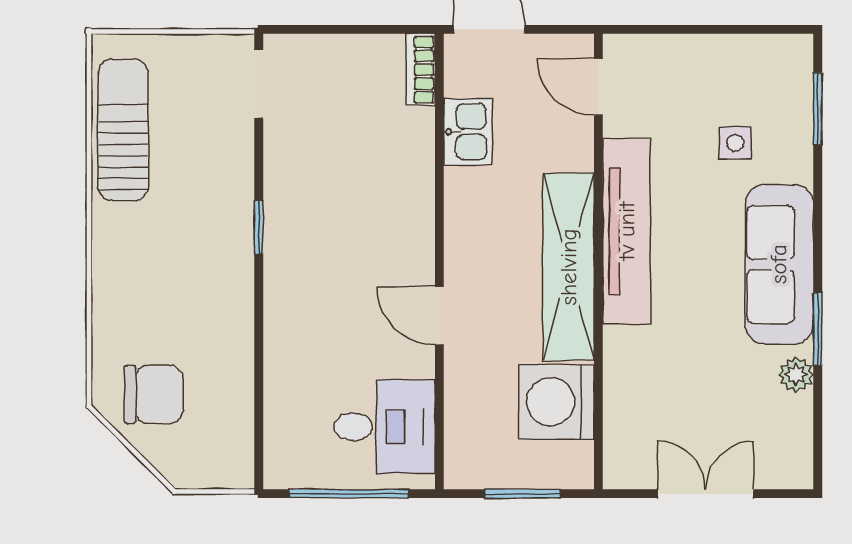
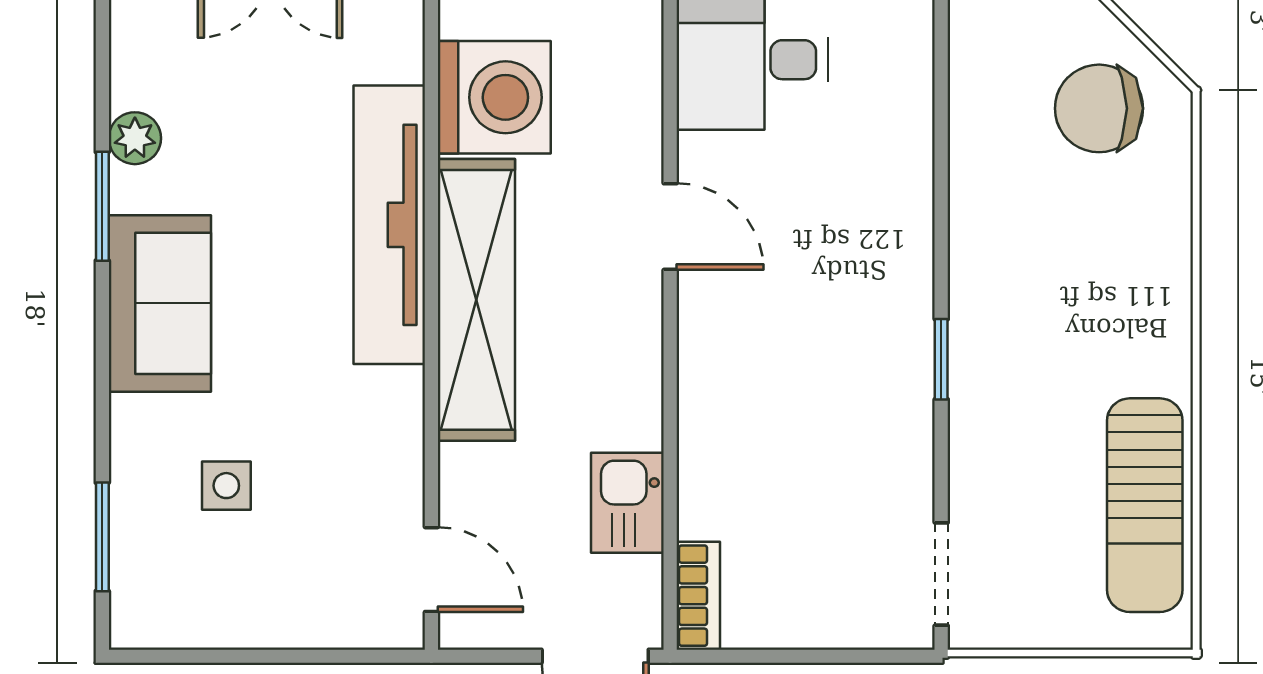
tv unit: (627, 231) -> (389, 225), moved
sofa: (779, 264) -> (160, 303), width x0.73

